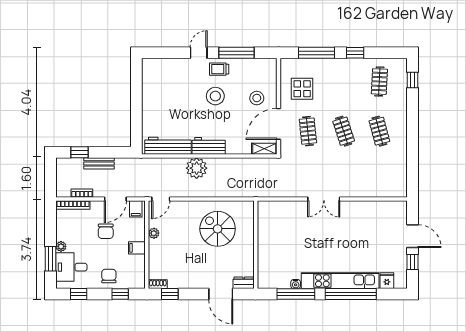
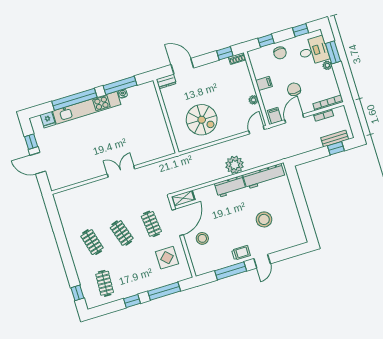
stool: (215, 96) -> (264, 219), moved
bench: (99, 163) -> (335, 139), moved

